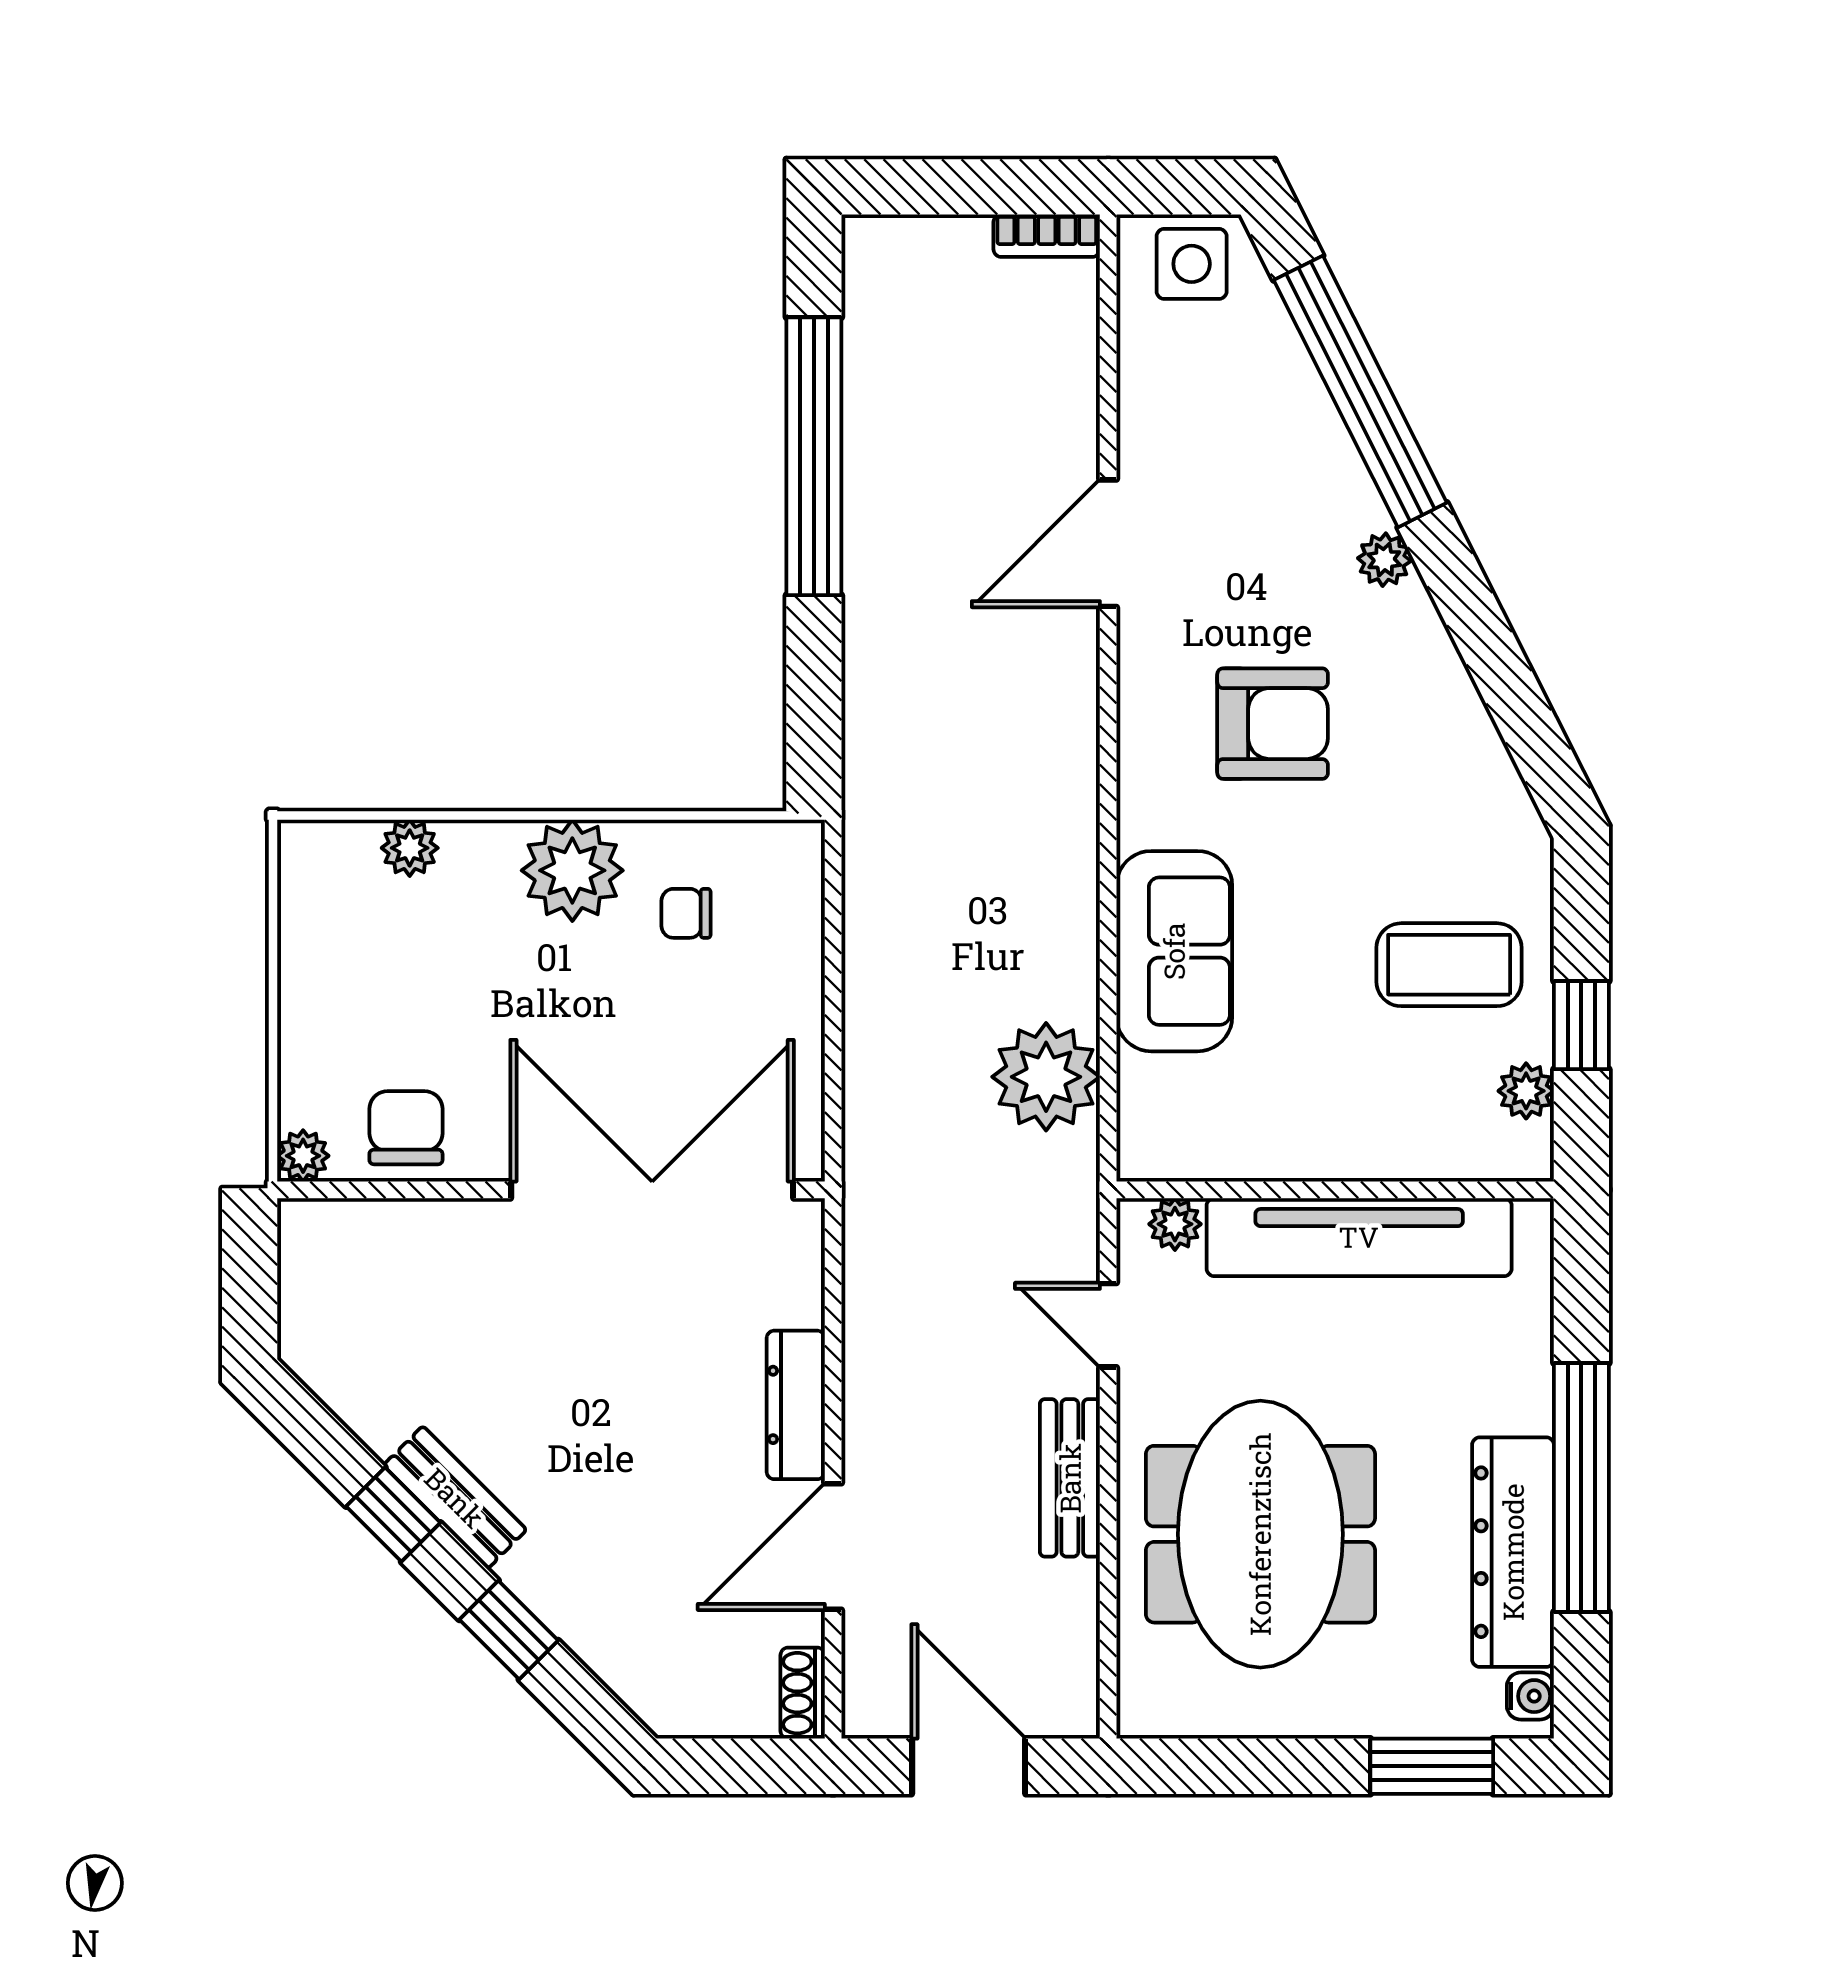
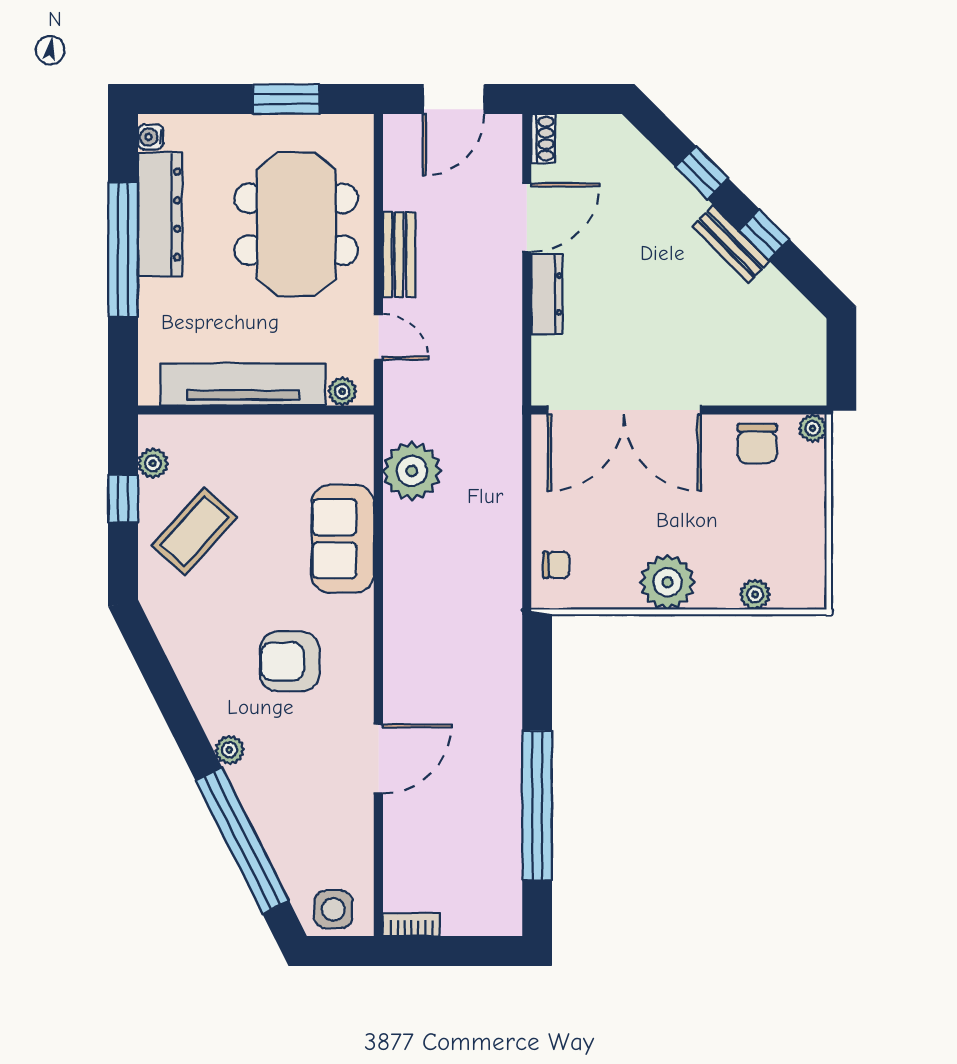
chair: (686, 913) -> (556, 565), moved
coffee table: (1449, 965) -> (194, 531), turned -48
door: (969, 1766) -> (454, 99), hinge flipped
window: (1432, 1766) -> (286, 99), moved

